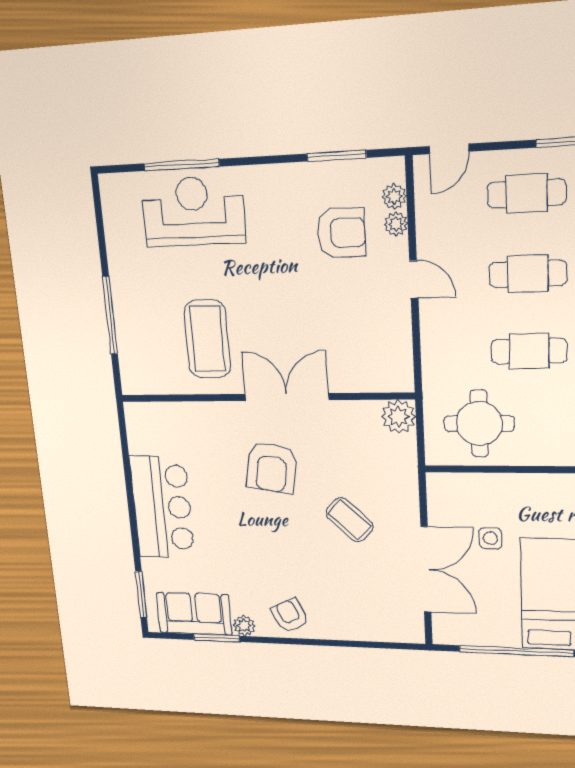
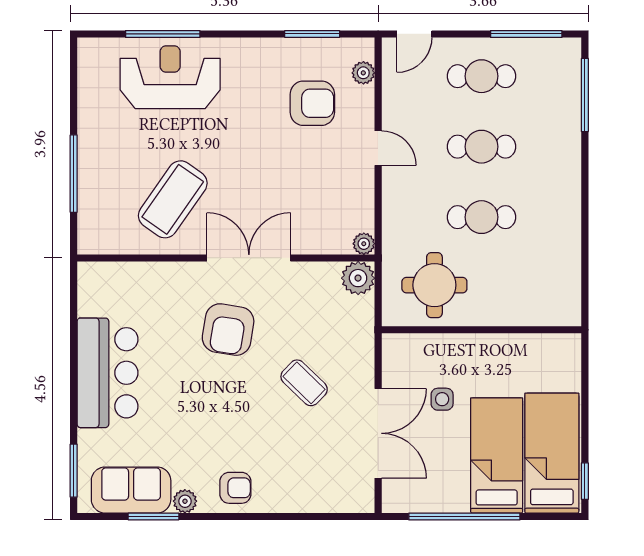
plant: (396, 224) -> (364, 244), moved
coffee table: (207, 339) -> (173, 199), turned 35
armchair: (290, 615) -> (235, 488), turned 117

